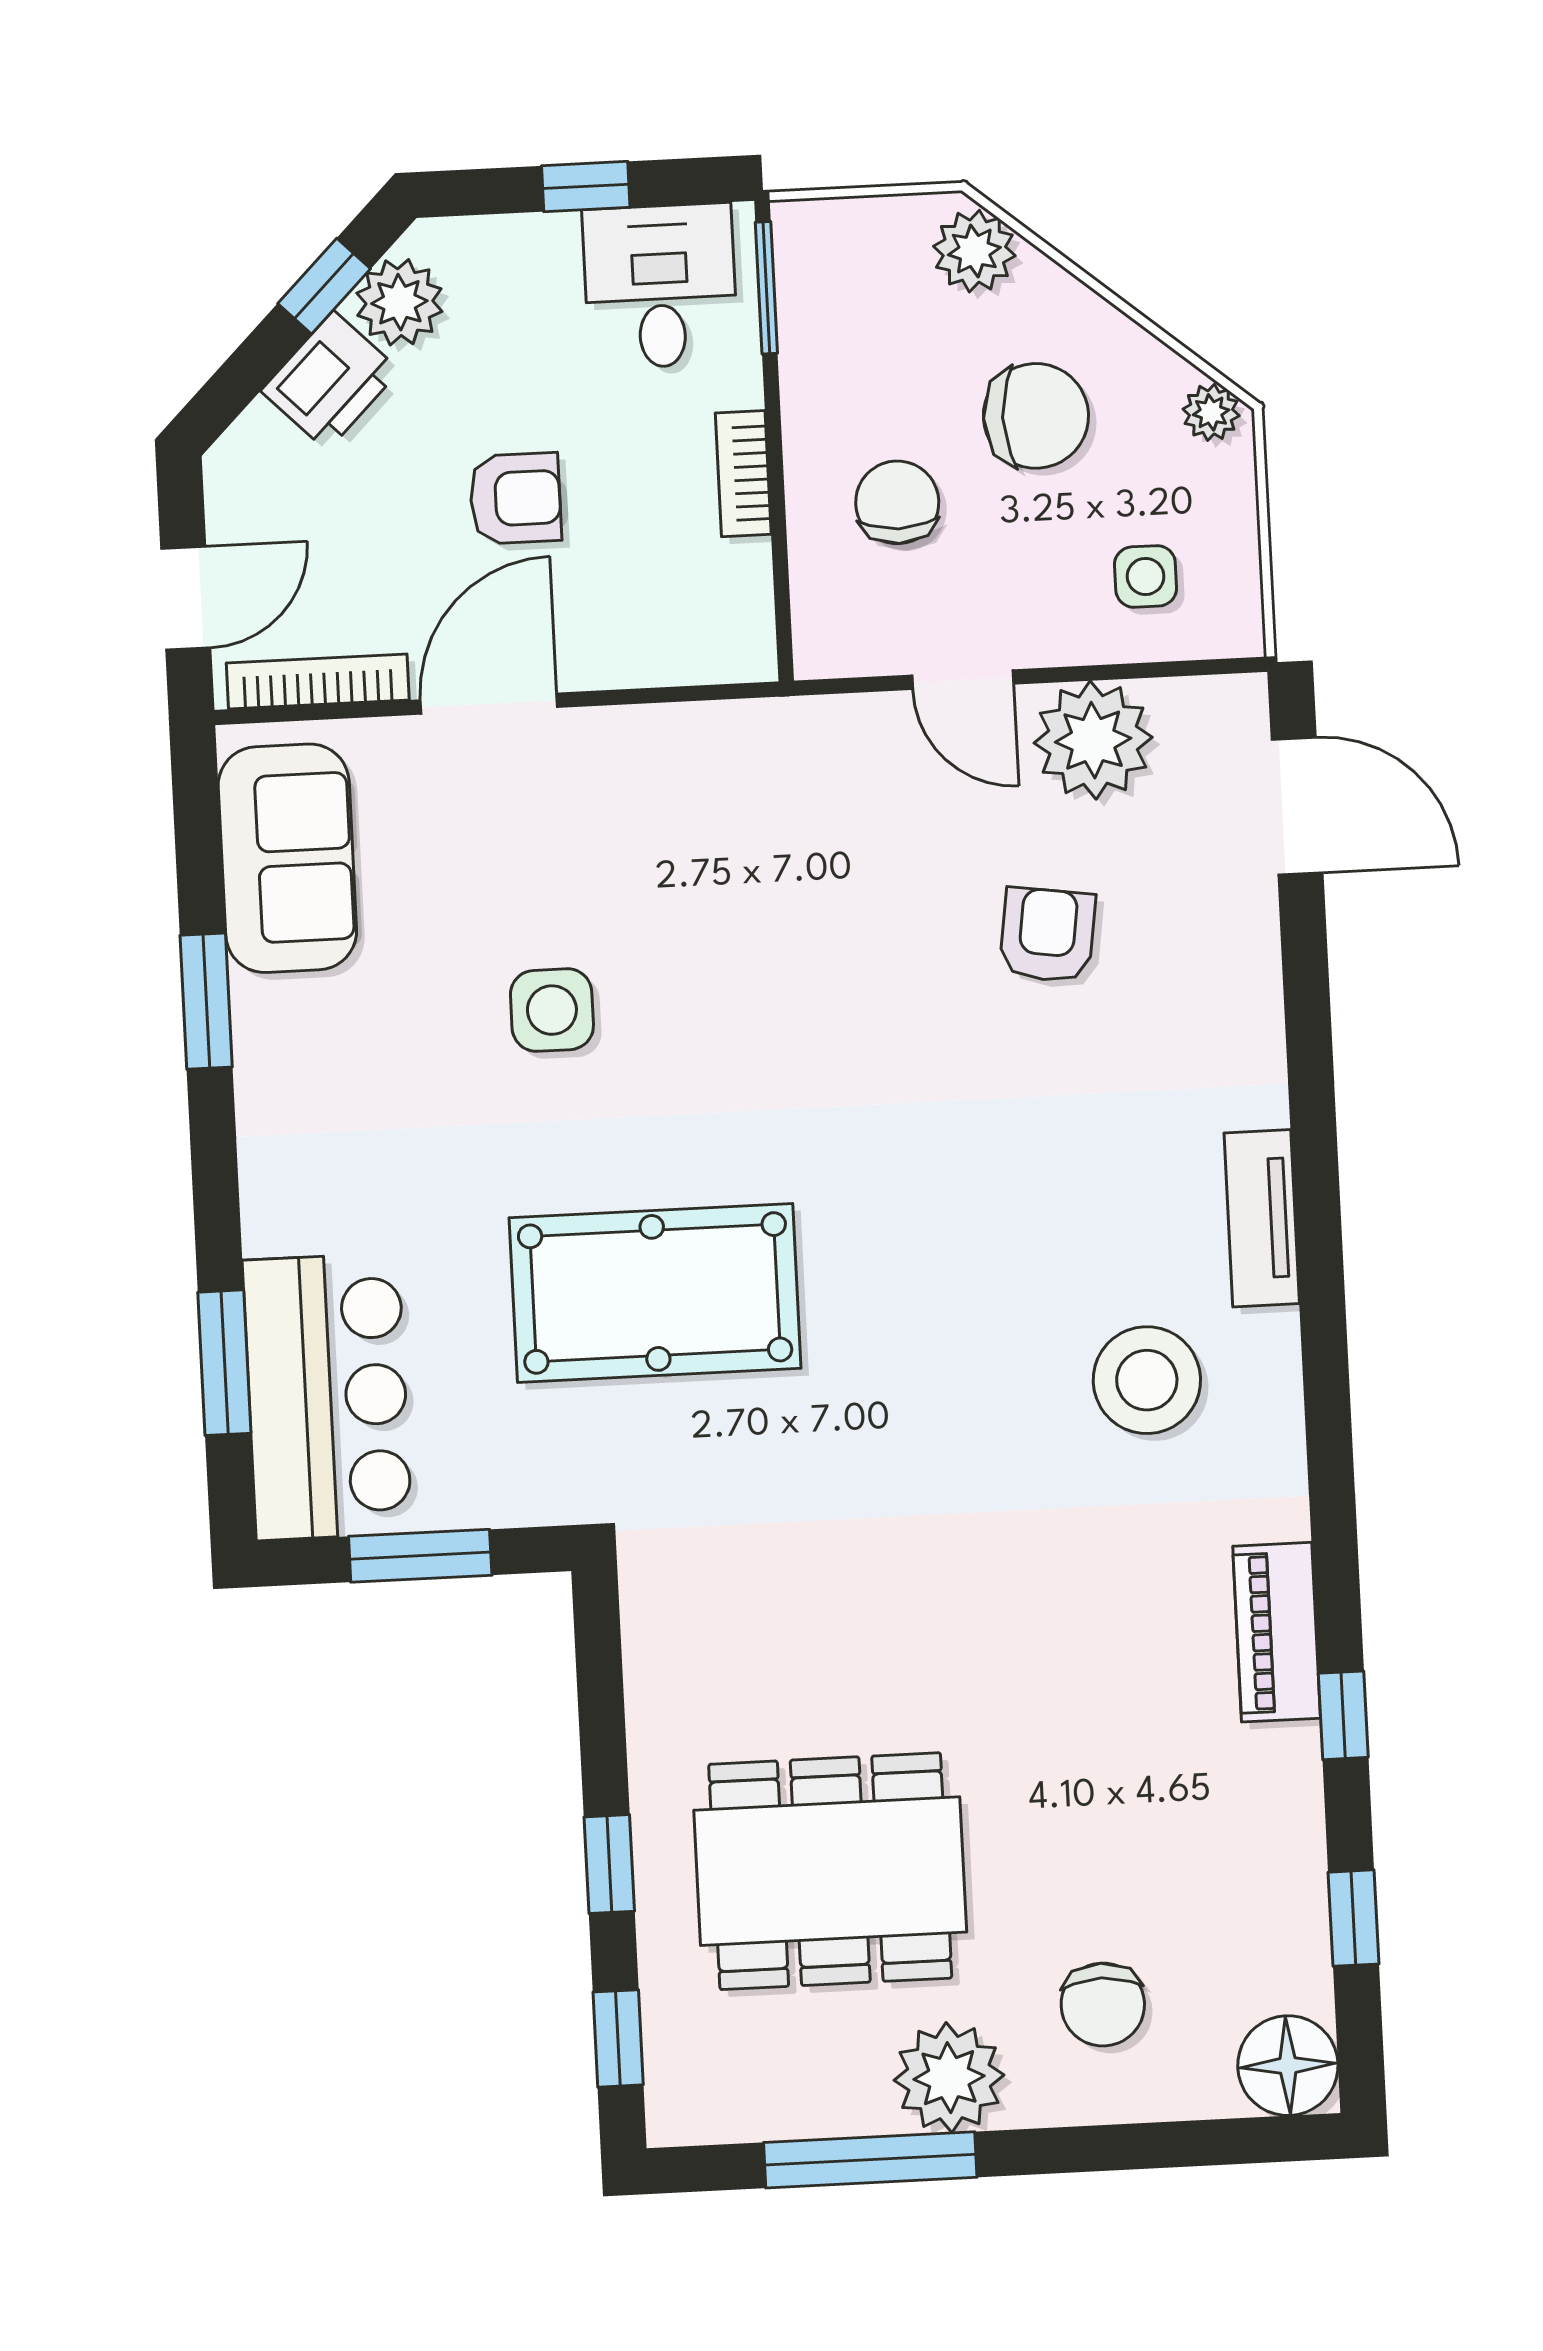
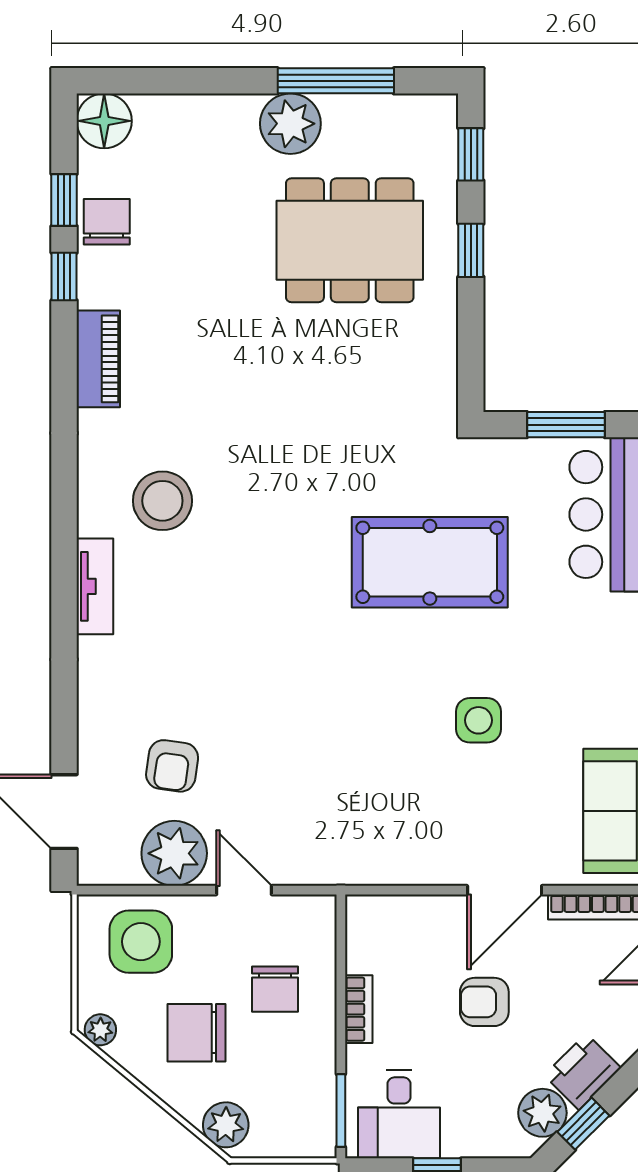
side table: (1146, 576) -> (141, 942), width x1.87, depth x1.87
armchair: (1047, 935) -> (172, 766), moved
window: (1343, 1715) -> (64, 277), moved
chair: (1103, 2005) -> (107, 222), moved

